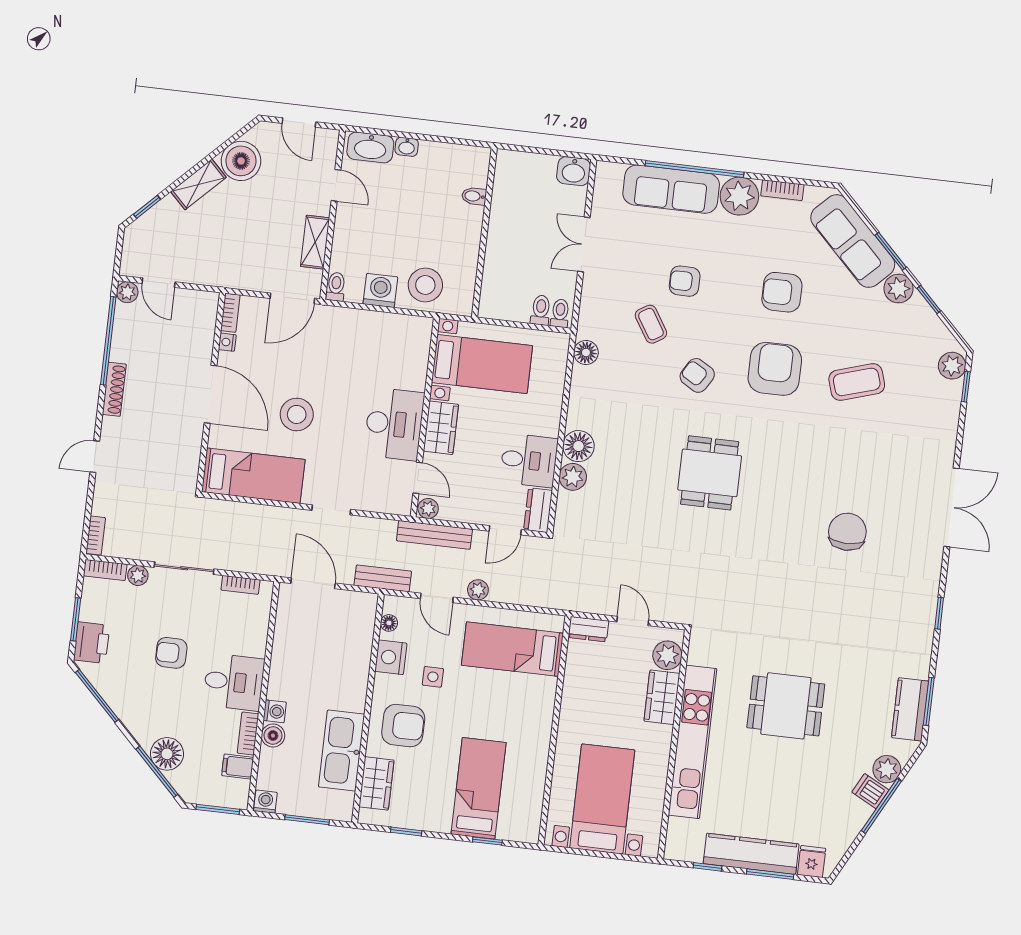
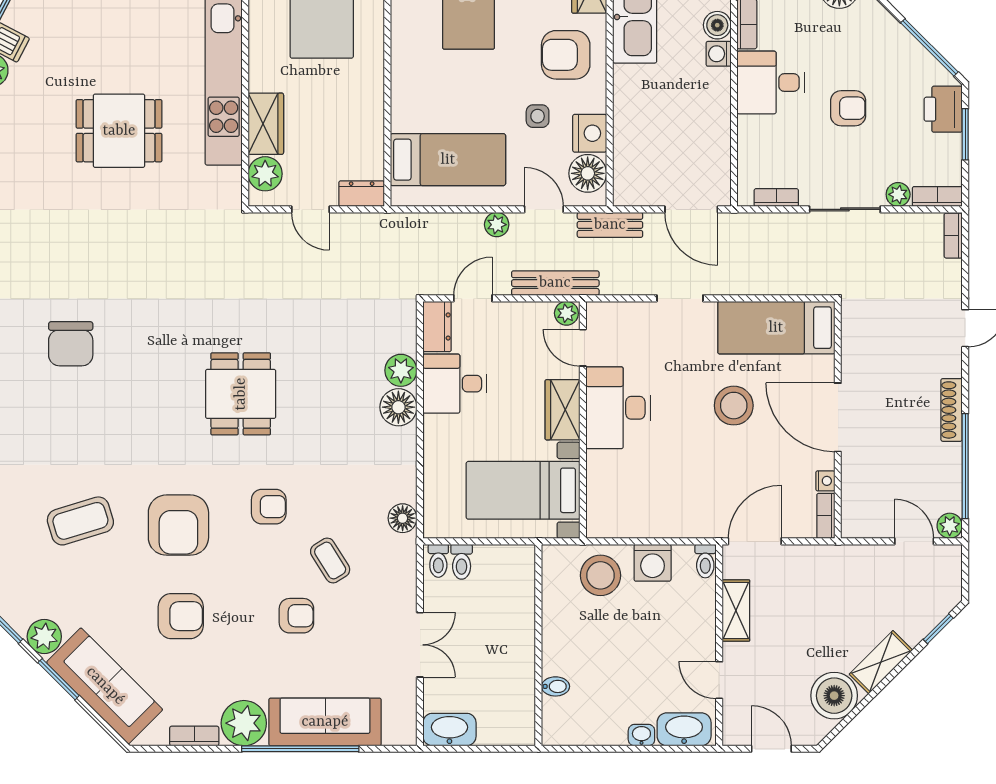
washbasin: (574, 171) -> (449, 730), width x1.38
armchair: (697, 375) -> (269, 507), turned -31
floor lamp: (389, 623) -> (588, 173), width x1.89, depth x1.89

